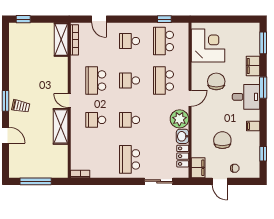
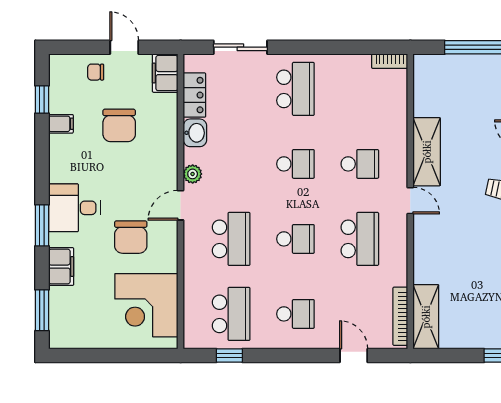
plant: (179, 119) -> (193, 174), width x0.53, depth x0.53
filing cabinet: (253, 126) -> (61, 124), moved

